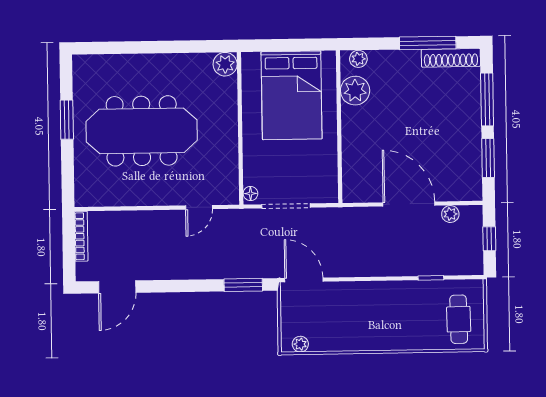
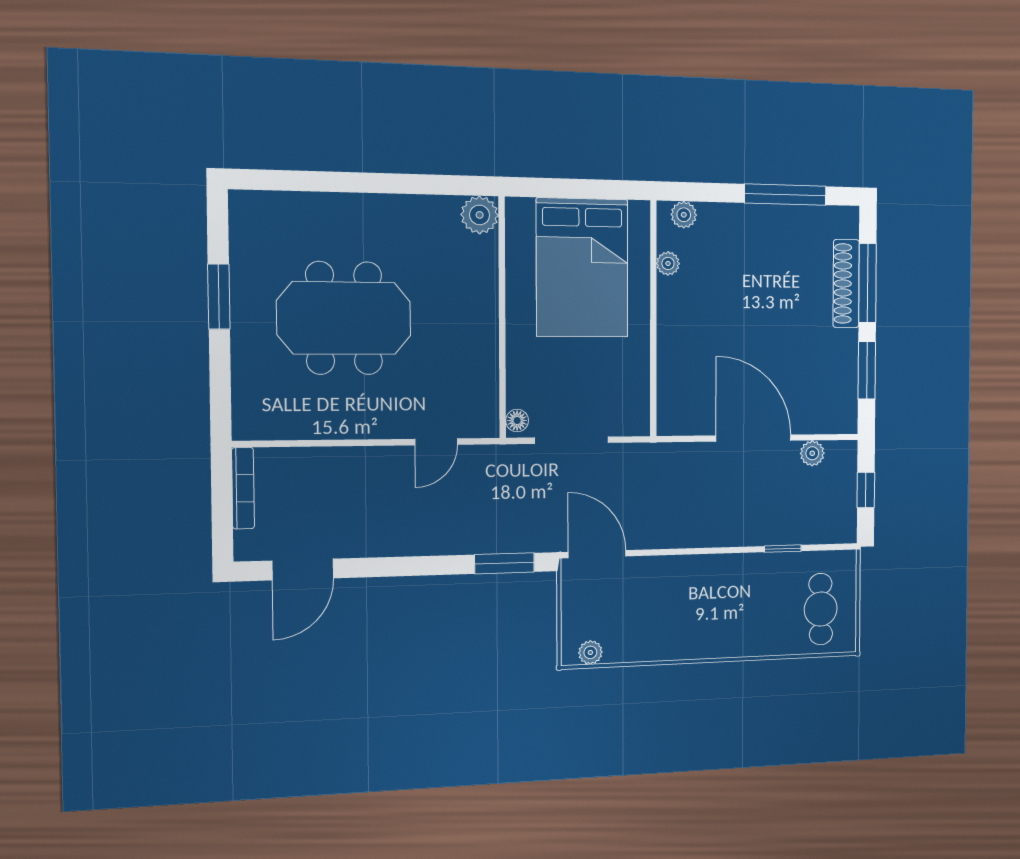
shoe rack: (451, 58) -> (846, 284), moved, turned 90
plant: (355, 91) -> (668, 263), width x0.53, depth x0.53
meeting table: (142, 131) -> (344, 318), width x0.73

